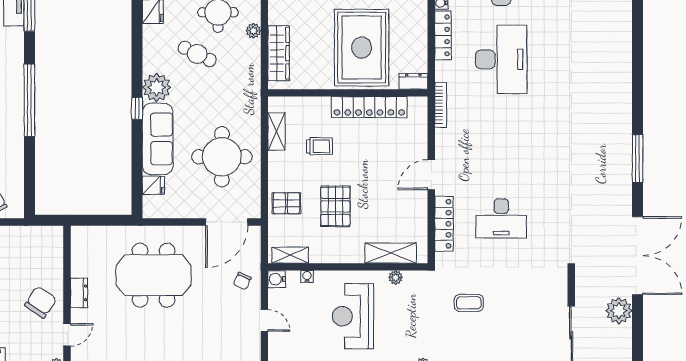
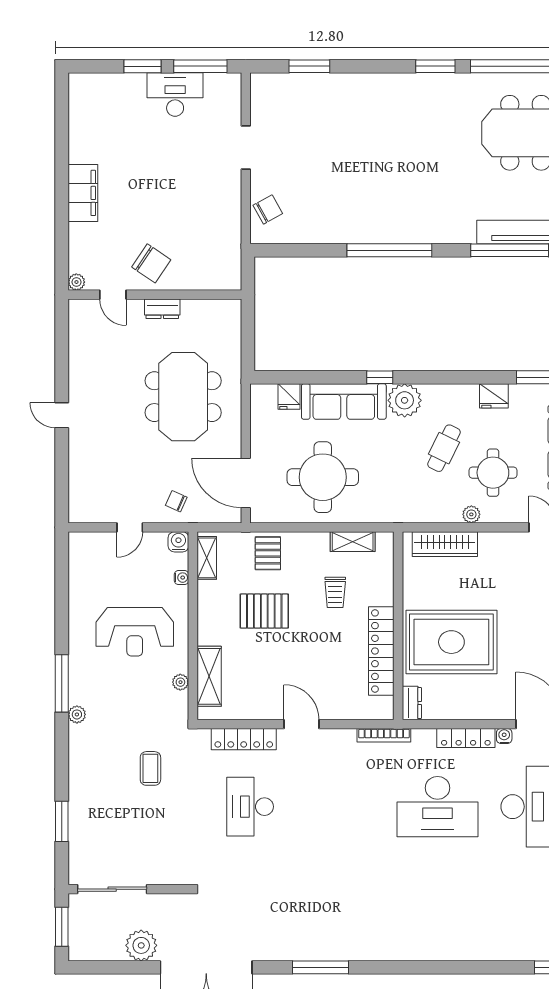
reception desk: (353, 316) -> (135, 632), turned 180

